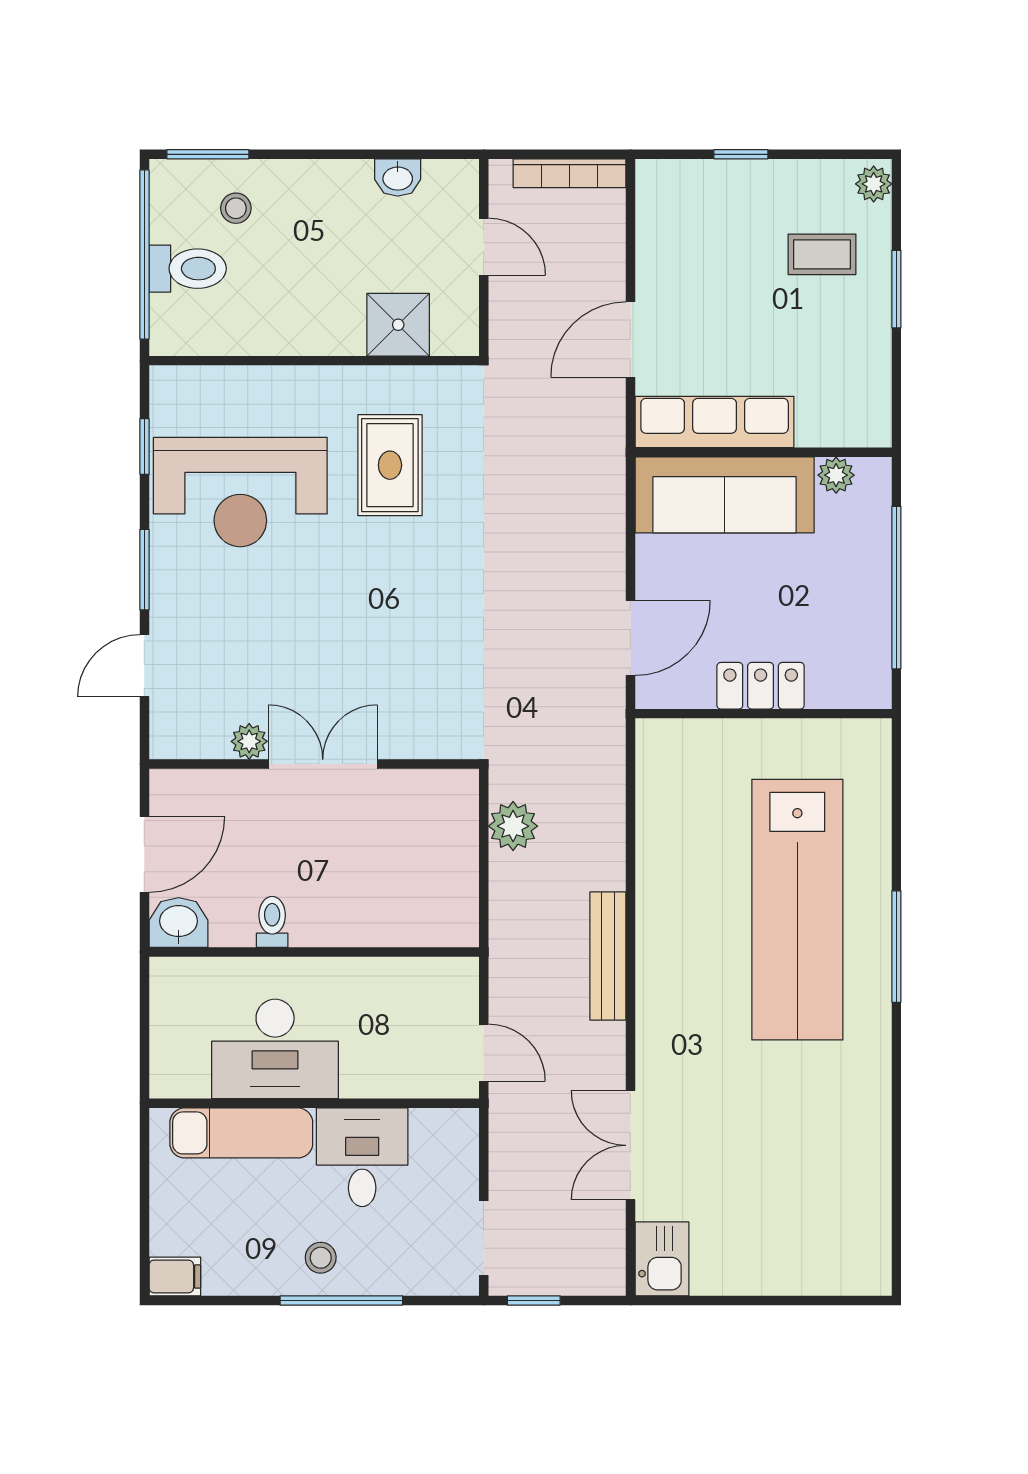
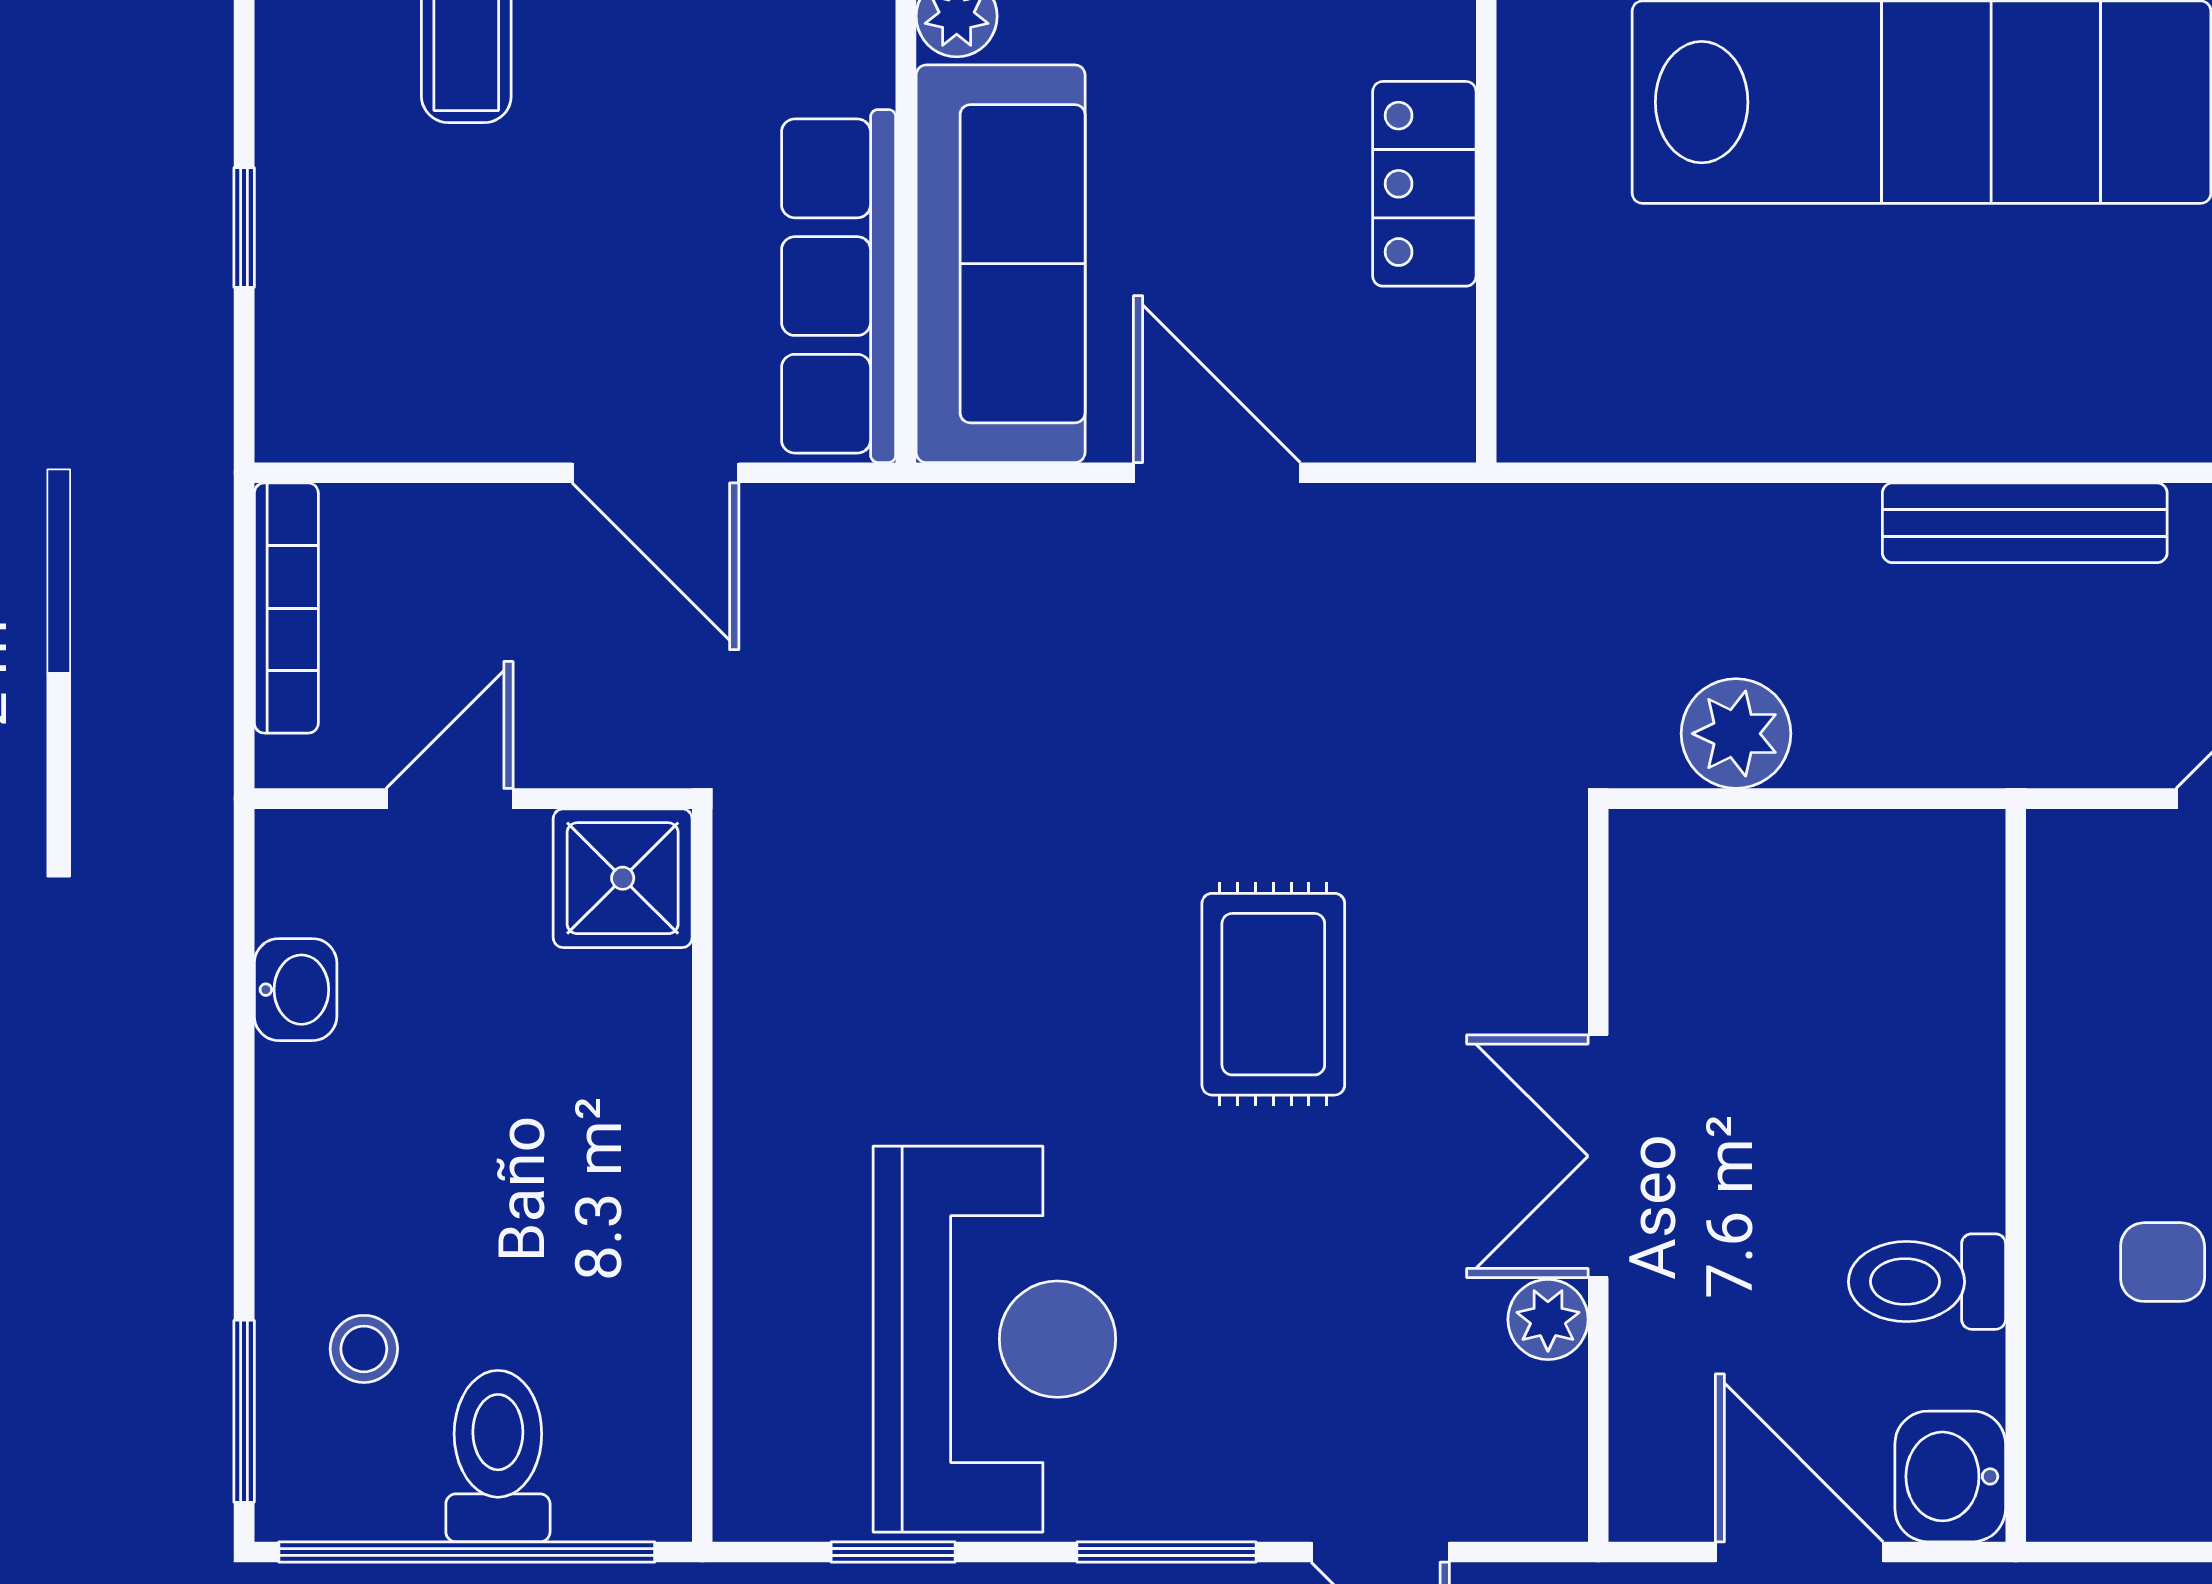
shower: (398, 325) -> (623, 878), moved
rug: (390, 465) -> (1273, 994), moved, turned 90
door: (630, 638) -> (1217, 473), moved
toilet: (272, 922) -> (1927, 1282), width x1.37, depth x1.39

